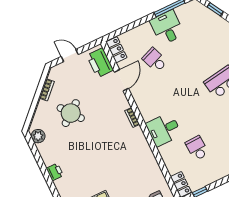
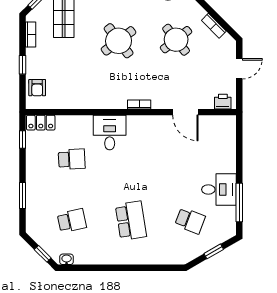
locker: (116, 50) -> (221, 123), removed
school desk: (155, 60) -> (190, 221), moved, turned 42
printer: (100, 63) -> (223, 102), width x0.53, depth x0.68
round table: (92, 156) -> (119, 41), added

